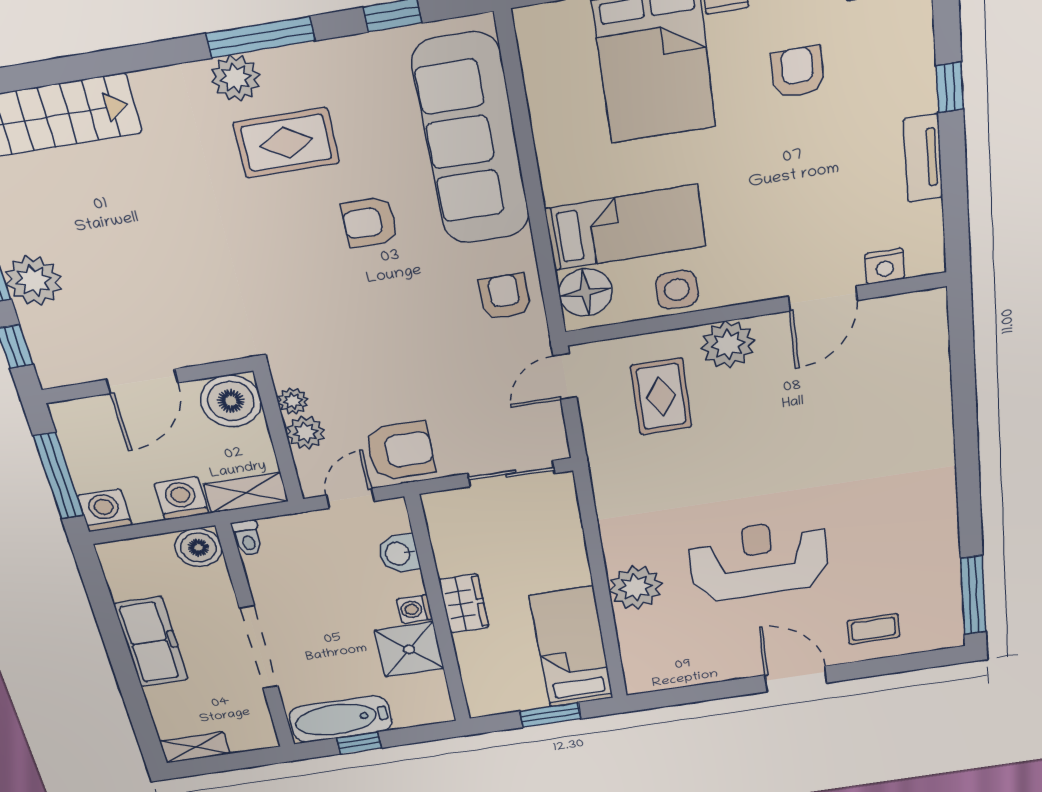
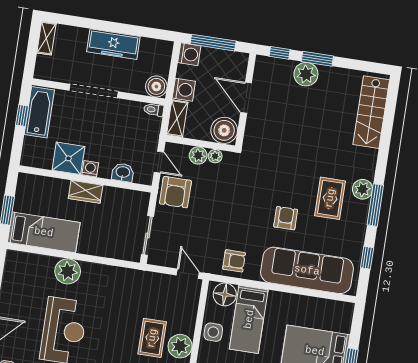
rug: (661, 397) -> (152, 338), moved, turned 90

